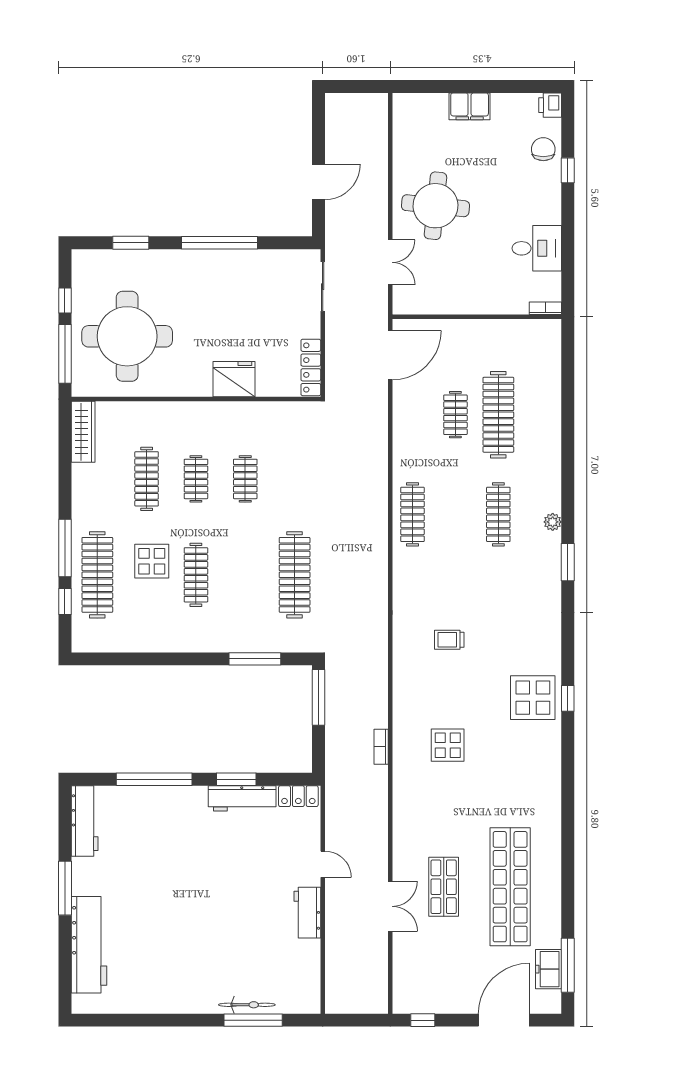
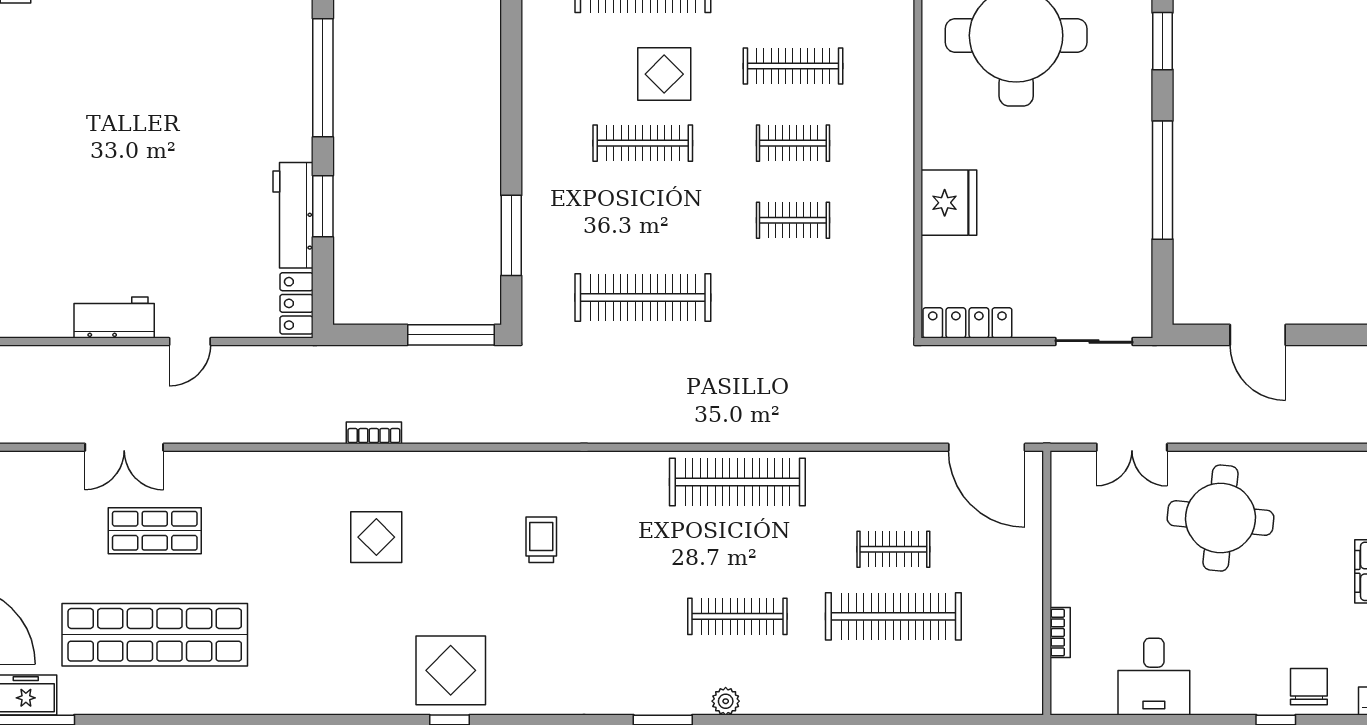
chair: (543, 149) -> (1309, 687), turned -90
bookcase: (545, 308) -> (1060, 633), moved
clothes rail: (412, 514) -> (737, 482), width x1.37, depth x1.31

